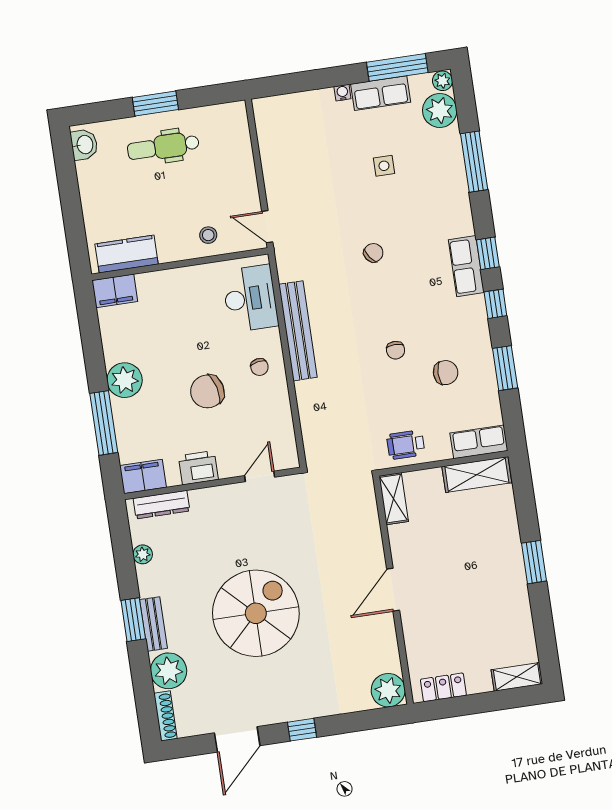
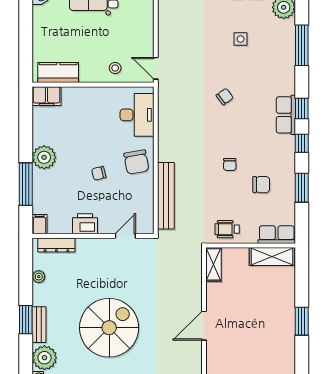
bench: (298, 331) -> (166, 196), moved
chair: (259, 367) -> (136, 162), width x1.87, depth x1.87
chair: (207, 391) -> (99, 173), width x0.54, depth x0.54
filing cabinet: (143, 476) -> (40, 224), width x0.50

